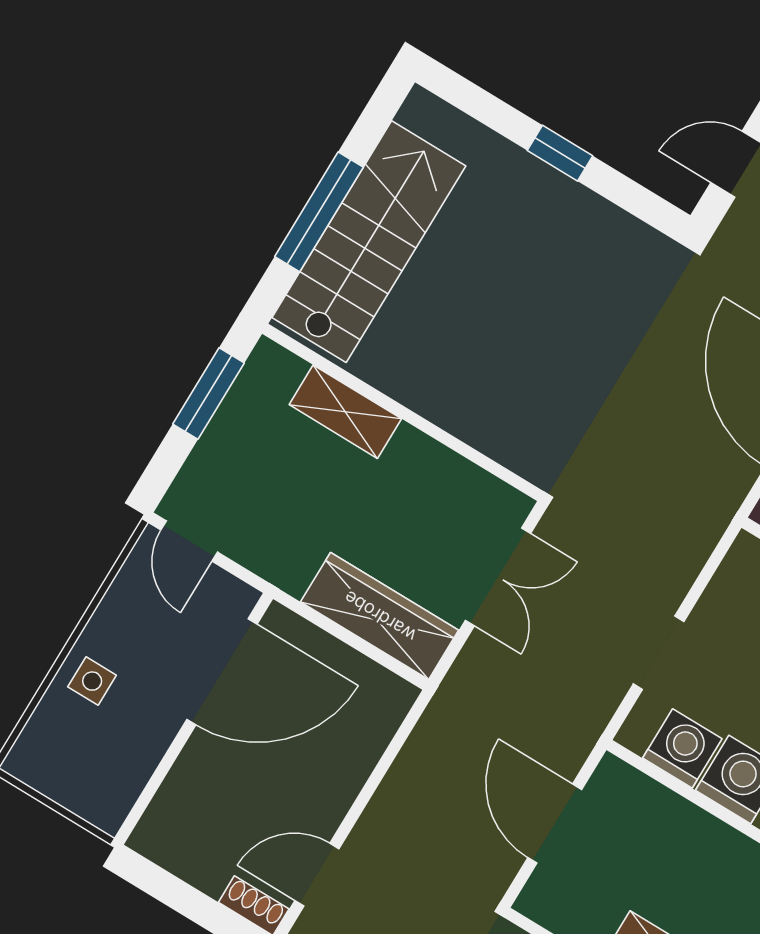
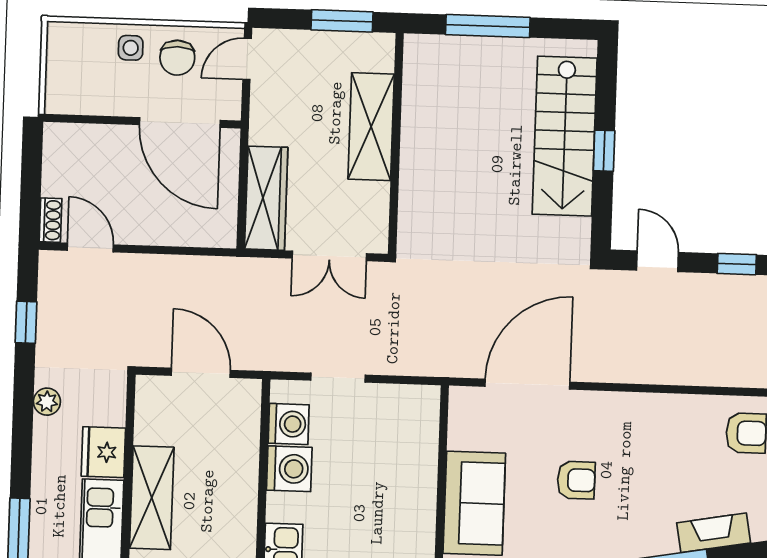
stairs: (369, 242) -> (565, 136), moved, turned 90
shelving: (345, 412) -> (371, 127), width x1.50, depth x1.33
chair: (138, 629) -> (177, 58), added
door: (555, 824) -> (201, 373), hinge flipped

